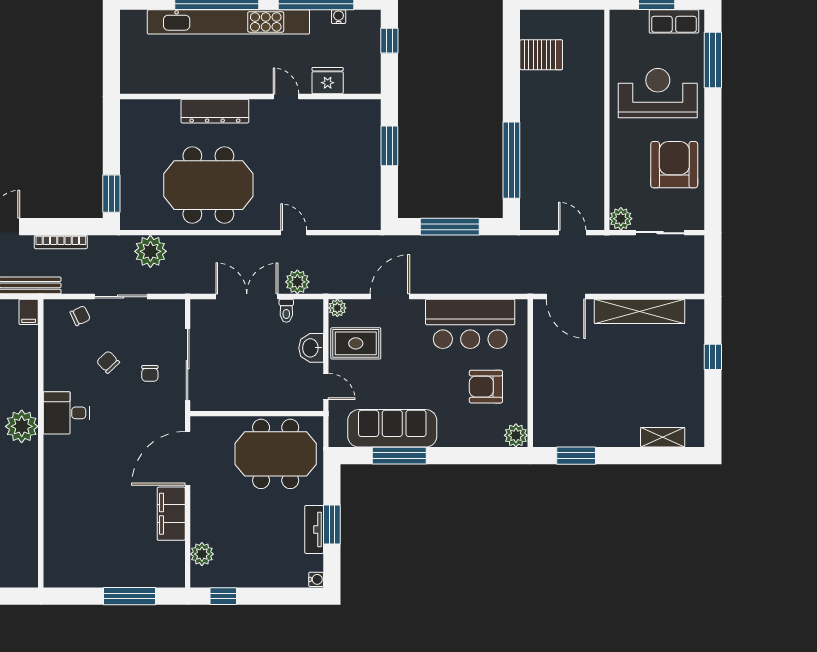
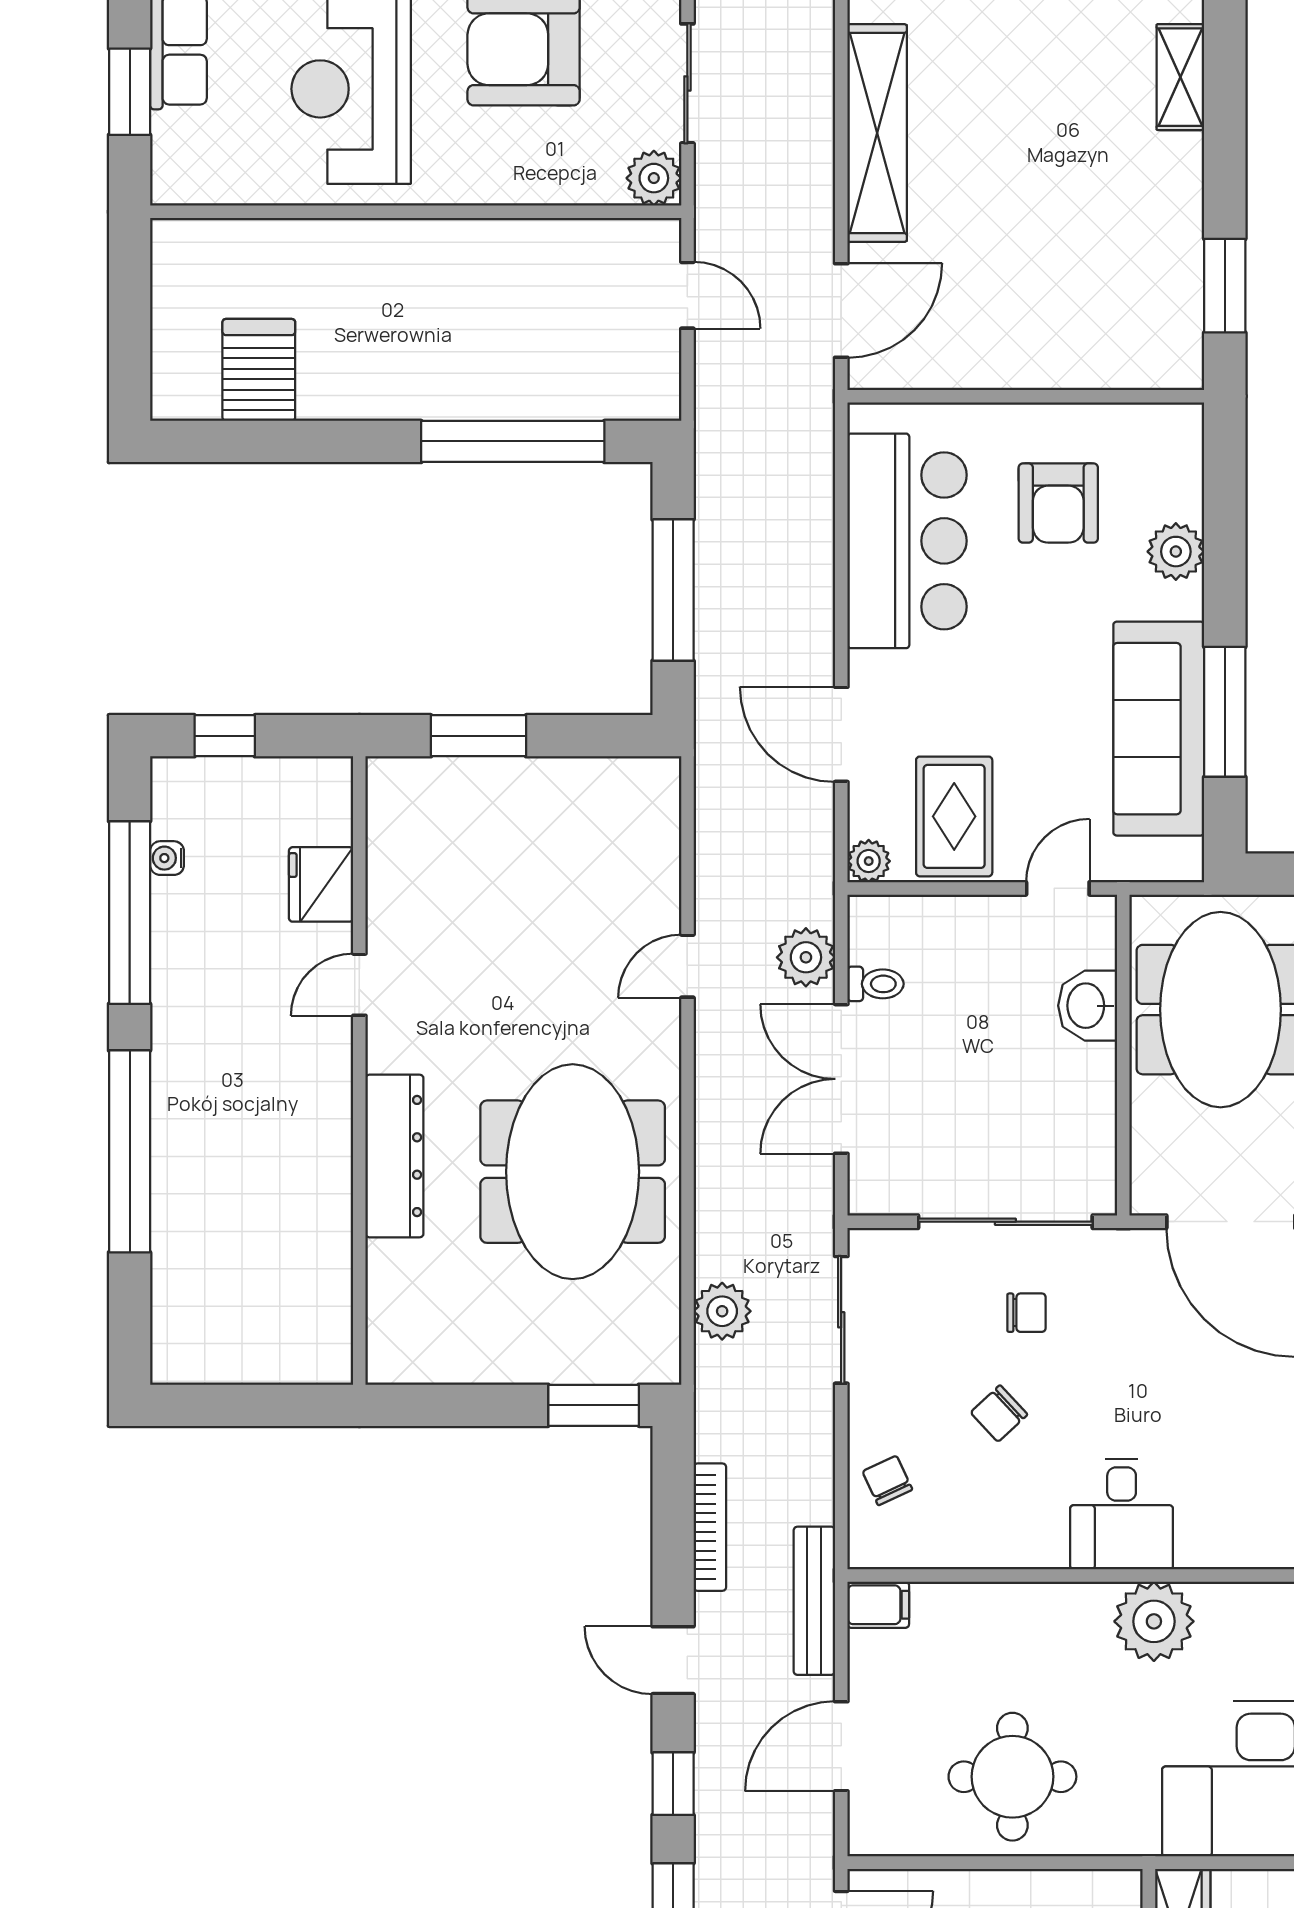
kitchen unit: (228, 22) -> (180, 1123), removed
door: (572, 233) -> (687, 295), swing flipped
plant: (150, 251) -> (722, 1311), width x0.73, depth x0.73
sliding door: (121, 297) -> (841, 1320), moved
washbasin: (311, 348) -> (1088, 1006), moved, turned 90
plant: (516, 435) -> (1176, 552), moved

